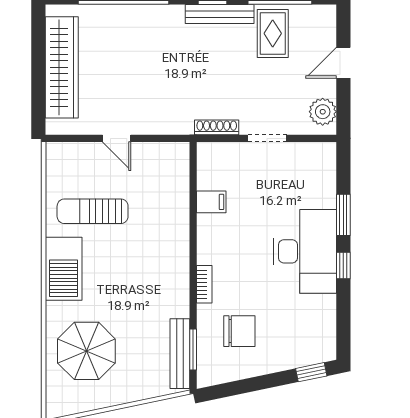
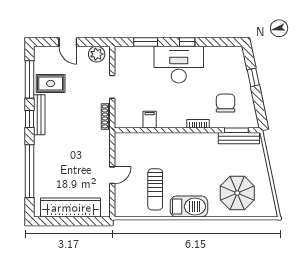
window: (343, 215) -> (146, 42), moved
window: (311, 372) -> (253, 77), moved

